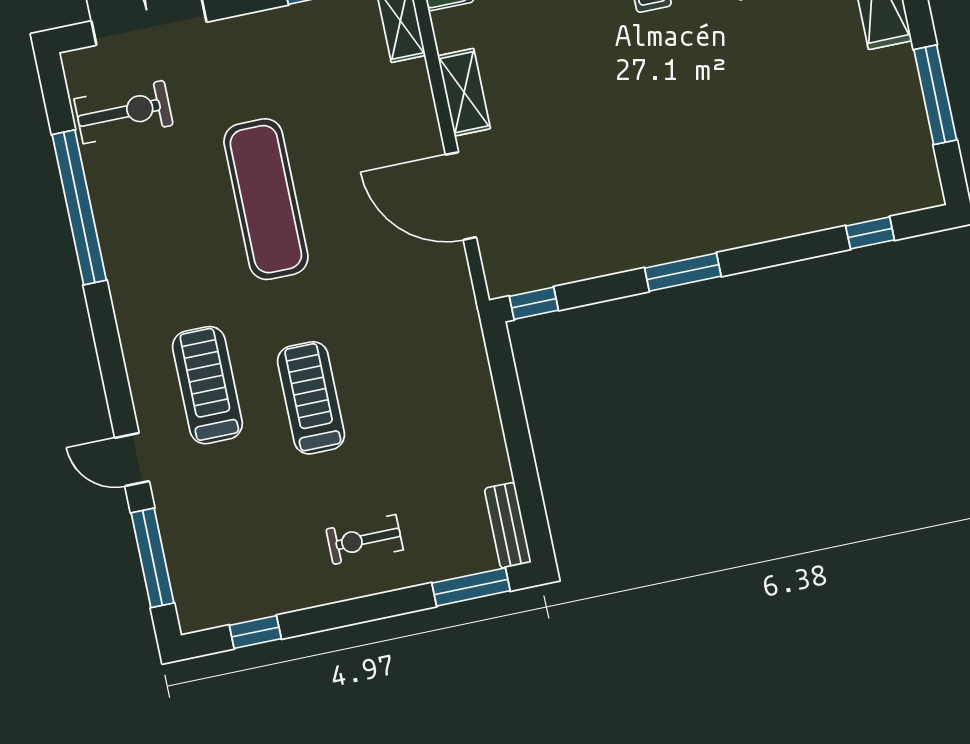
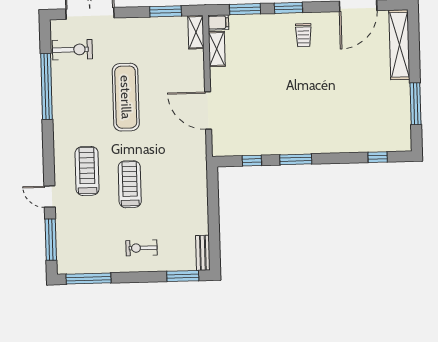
shelving: (464, 92) -> (217, 49), moved
window: (534, 303) -> (252, 161), moved
window: (255, 632) -> (88, 279), width x2.17

